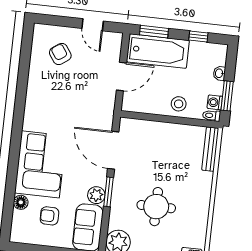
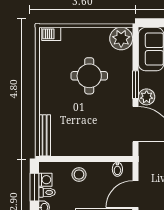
bidet: (137, 105) -> (117, 169), added
toilet: (212, 116) -> (47, 192), moved
plant: (96, 195) -> (147, 97), moved

